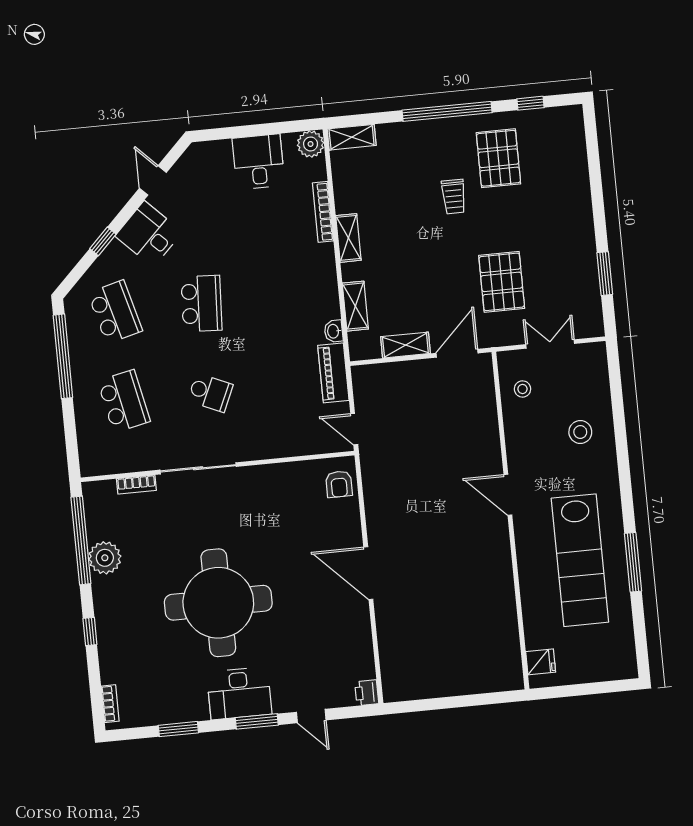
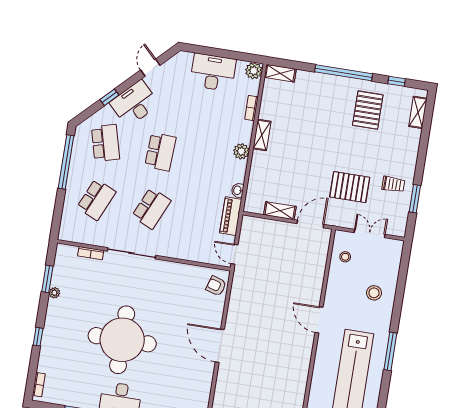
desk: (258, 162) -> (213, 72), width x1.37
trolley: (454, 197) -> (393, 184), moved, turned -90
bookcase: (323, 212) -> (251, 108), width x0.64
desk: (149, 234) -> (134, 103), width x1.37
plant: (324, 271) -> (241, 151), added
pallet: (502, 282) -> (350, 187), turned 90
shelving: (355, 306) -> (418, 112), moved
school desk: (210, 393) -> (151, 208), width x1.85
school desk: (124, 401) -> (96, 200), turned 36
armchair: (339, 484) -> (216, 286), turned 107
window: (81, 540) -> (47, 279), width x0.47
plant: (105, 558) -> (54, 293), width x0.53, depth x0.53
window: (633, 562) -> (390, 351), moved

